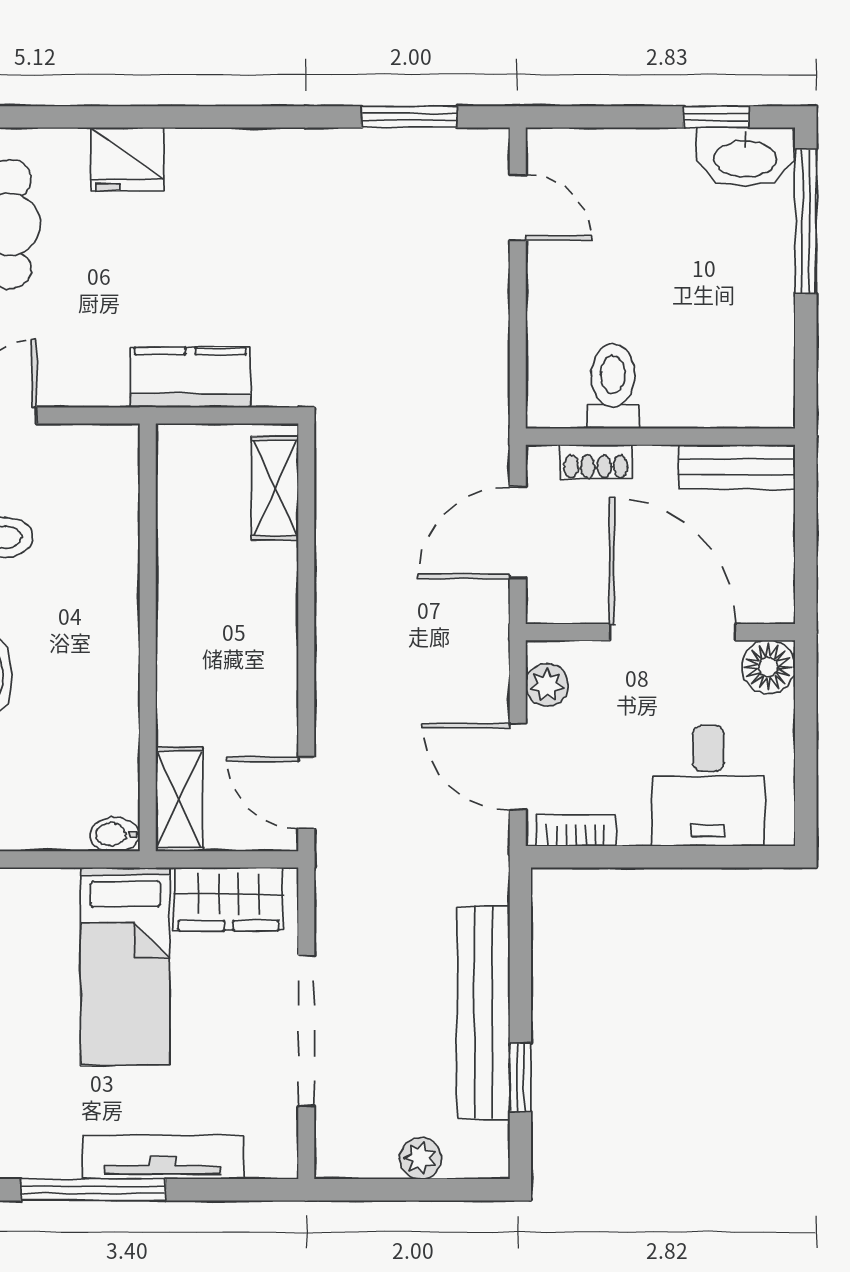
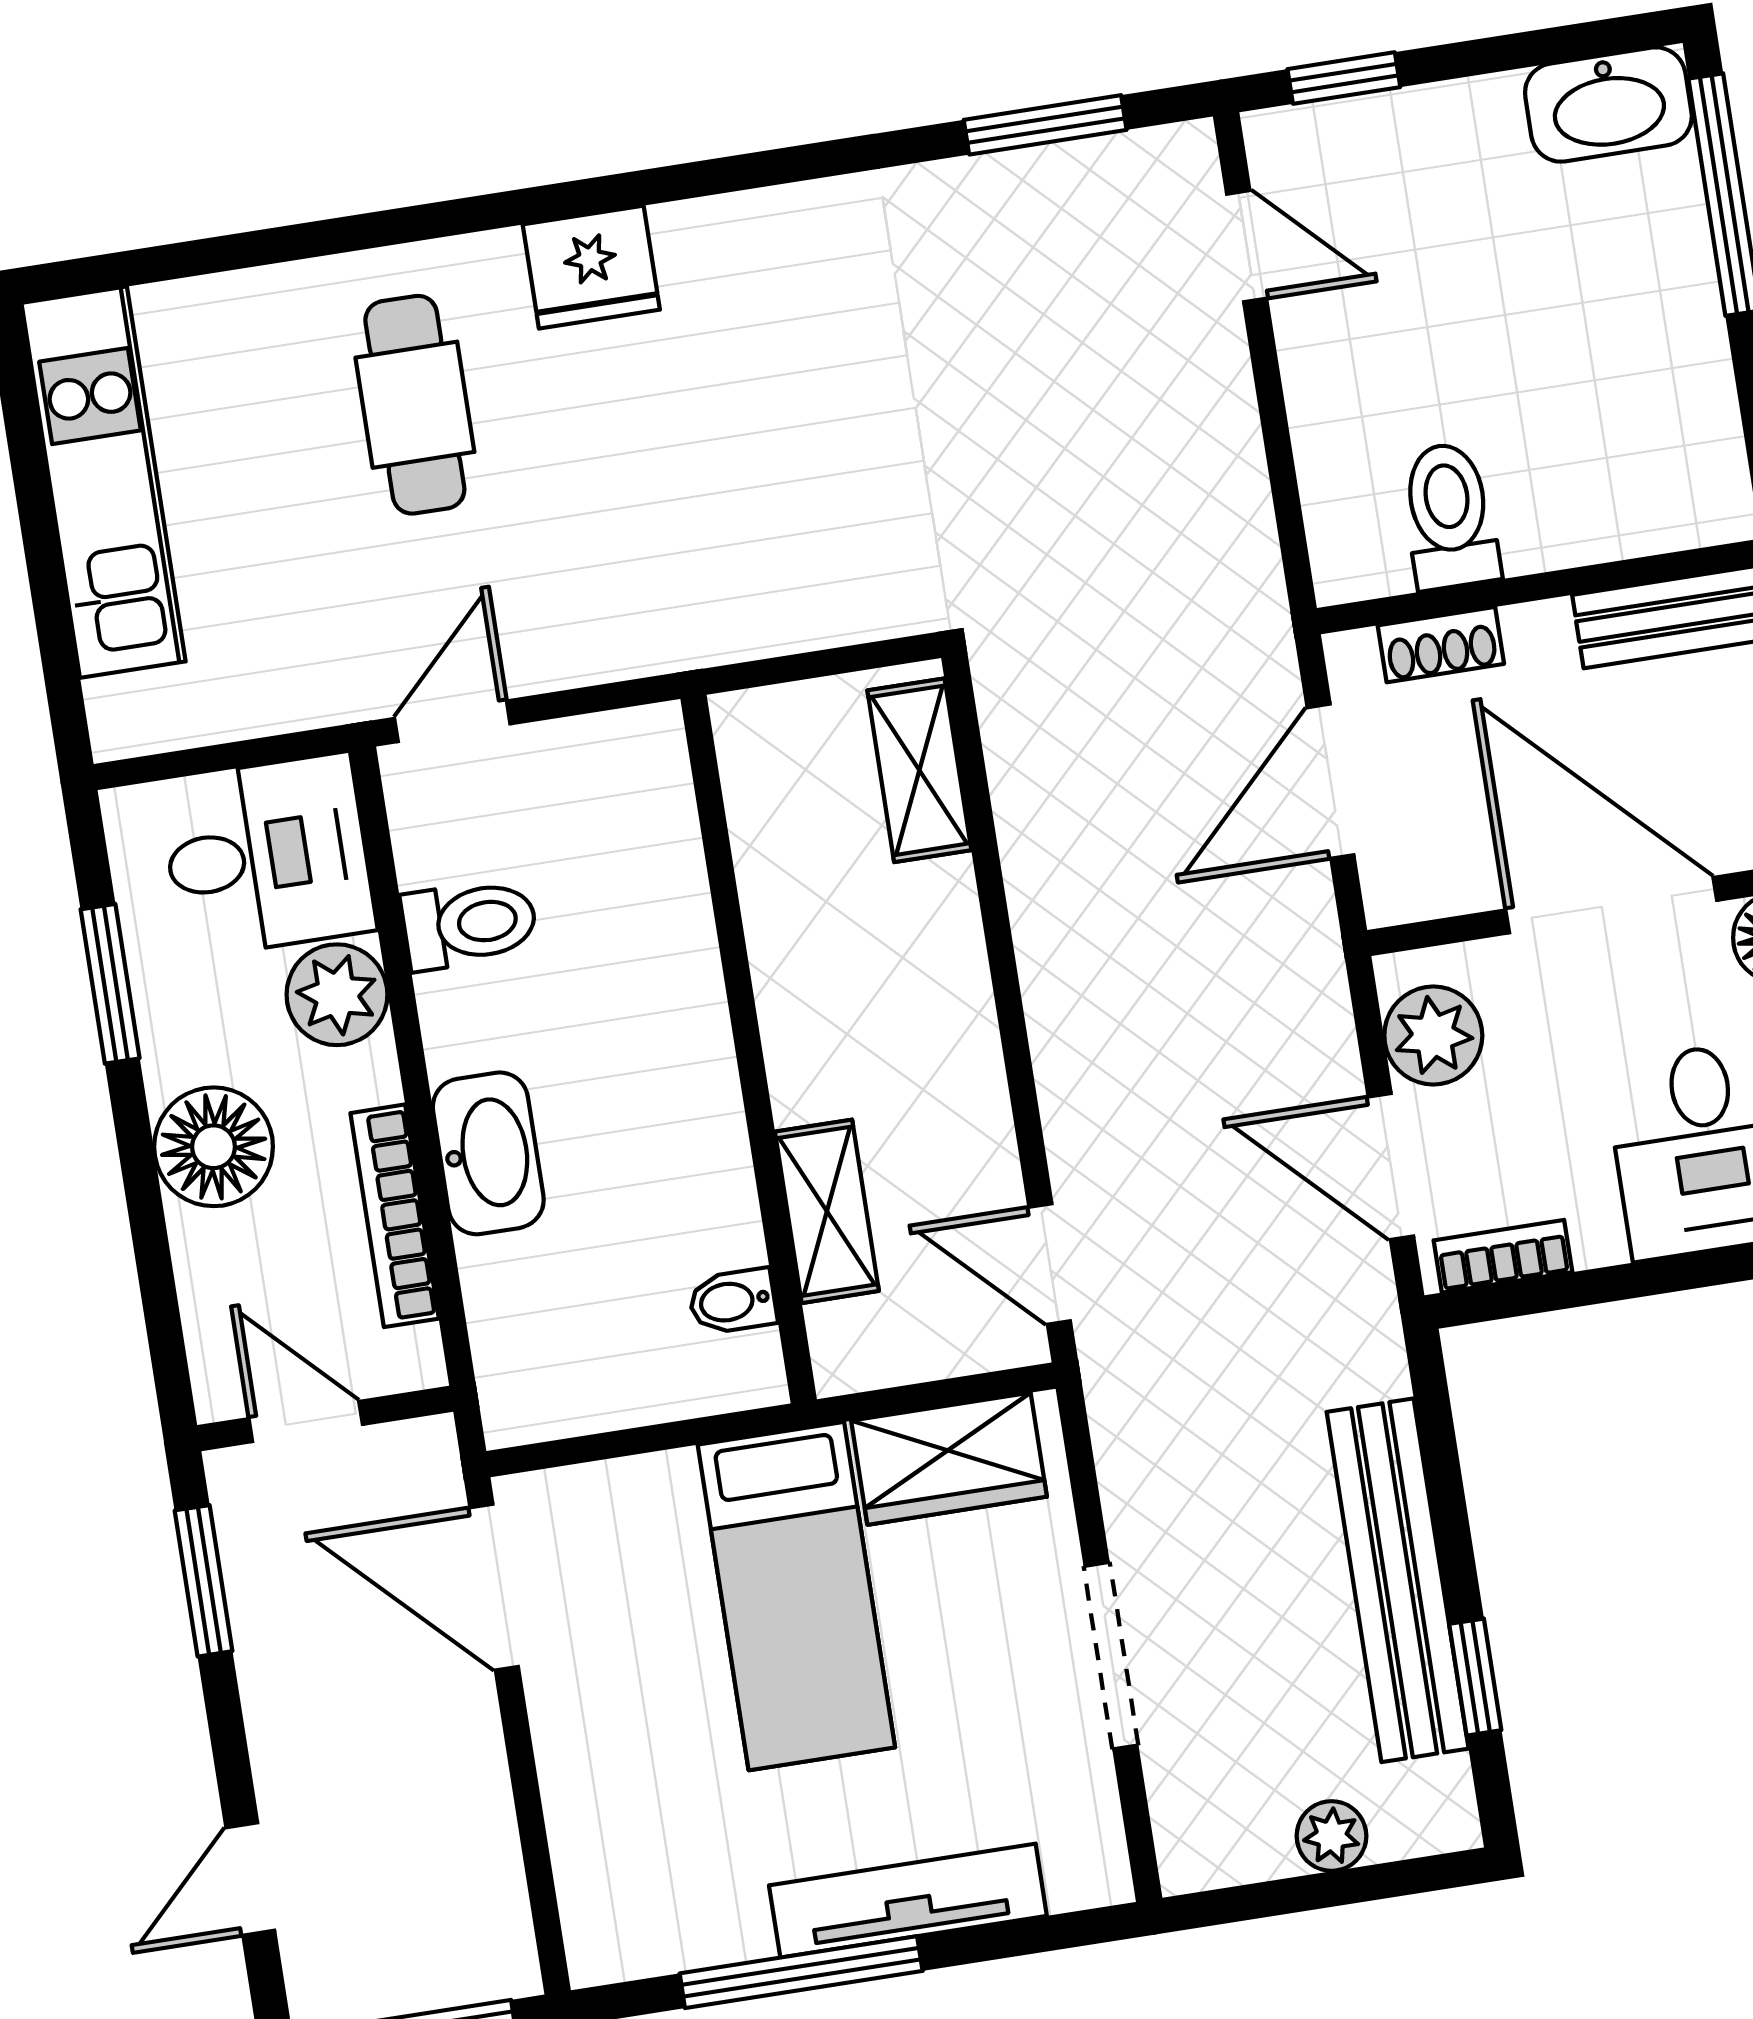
window: (716, 117) -> (1344, 78), moved
kitchen counter: (190, 377) -> (752, 610), removed
plant: (547, 685) -> (1433, 1036), width x1.38, depth x1.38
shelving: (179, 799) -> (827, 1211), moved
bidet: (115, 834) -> (732, 1301), moved
doorway: (306, 1031) -> (1111, 1656), width x0.73

